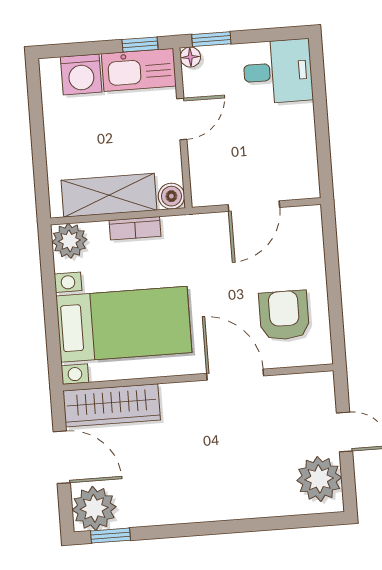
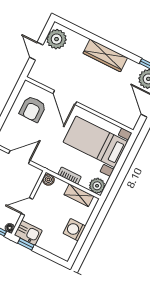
kitchen sink: (139, 70) -> (28, 233), width x0.73
washing machine: (81, 74) -> (74, 230), moved, turned -90
shelving: (109, 195) -> (79, 195), width x0.67, depth x0.75
wardrobe: (112, 405) -> (105, 55), moved, turned 180

